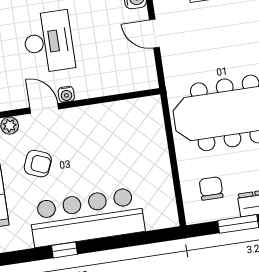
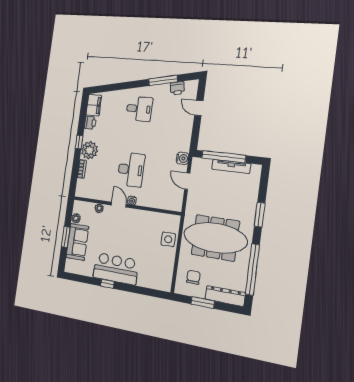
side table: (150, 140) -> (168, 239), added
armchair: (38, 164) -> (107, 233), removed
bar counter: (87, 217) -> (116, 269), width x0.73

